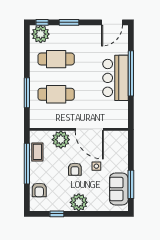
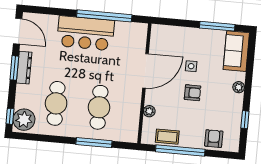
window: (69, 22) -> (14, 68), moved
dresser: (83, 30) -> (24, 68), added
window: (131, 73) -> (104, 16), moved
plant: (61, 140) -> (149, 111), width x0.53, depth x0.53
sofa: (119, 189) -> (236, 51), moved, turned 90
armchair: (39, 190) -> (214, 139), turned -90
plant: (79, 202) -> (239, 87), width x0.53, depth x0.53

